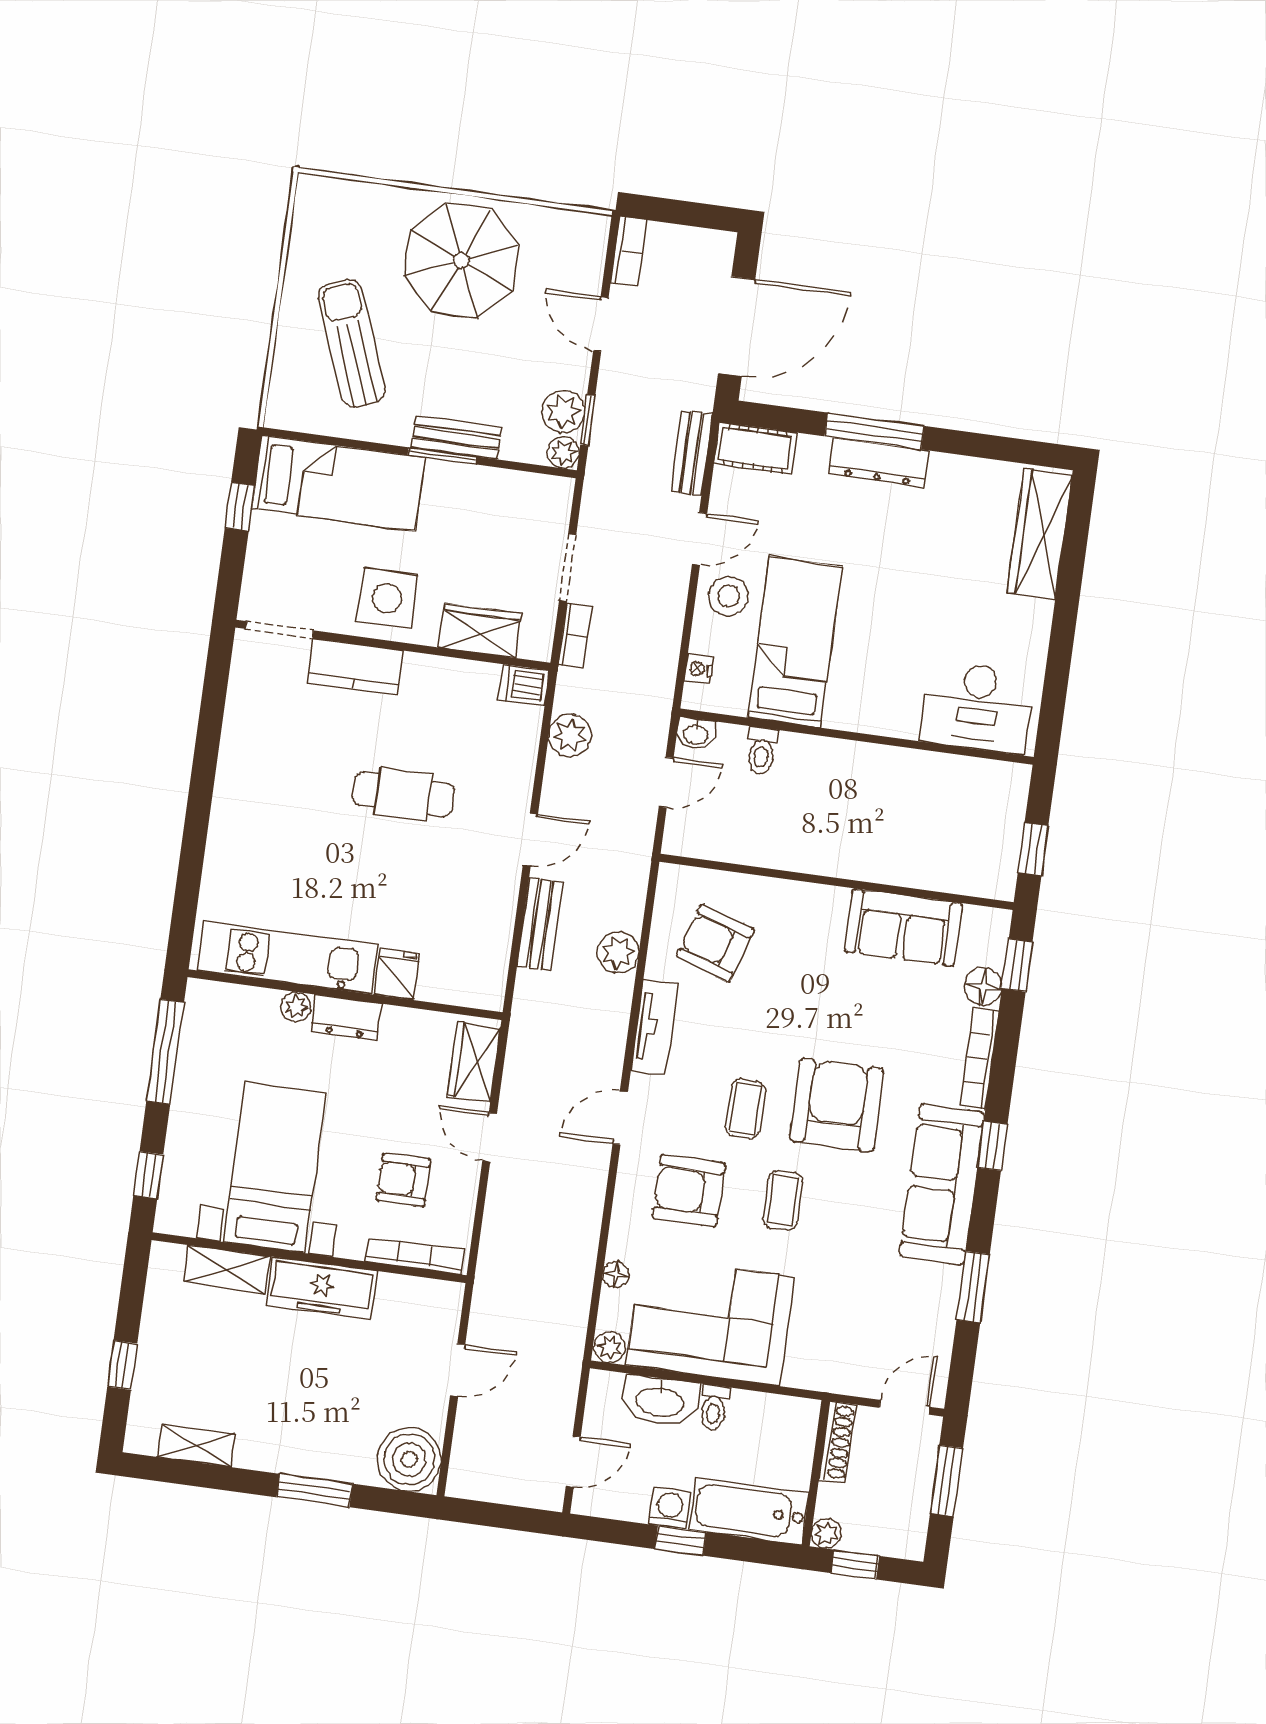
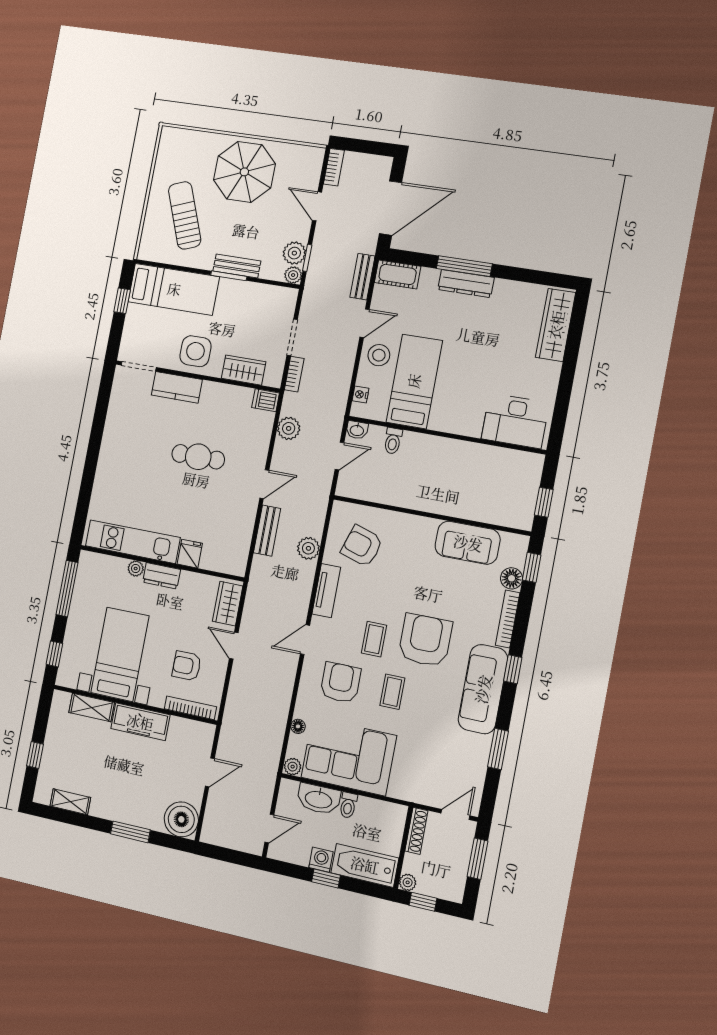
armchair: (689, 1191) -> (340, 683), turned 90

